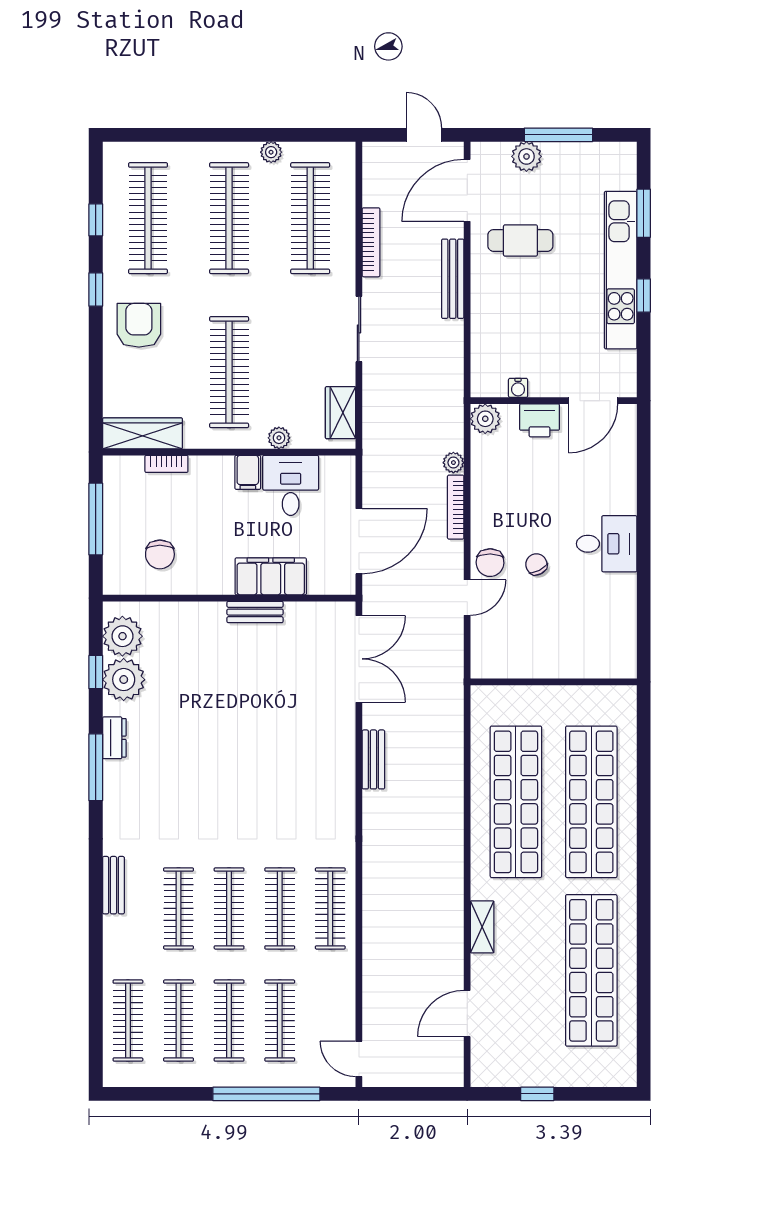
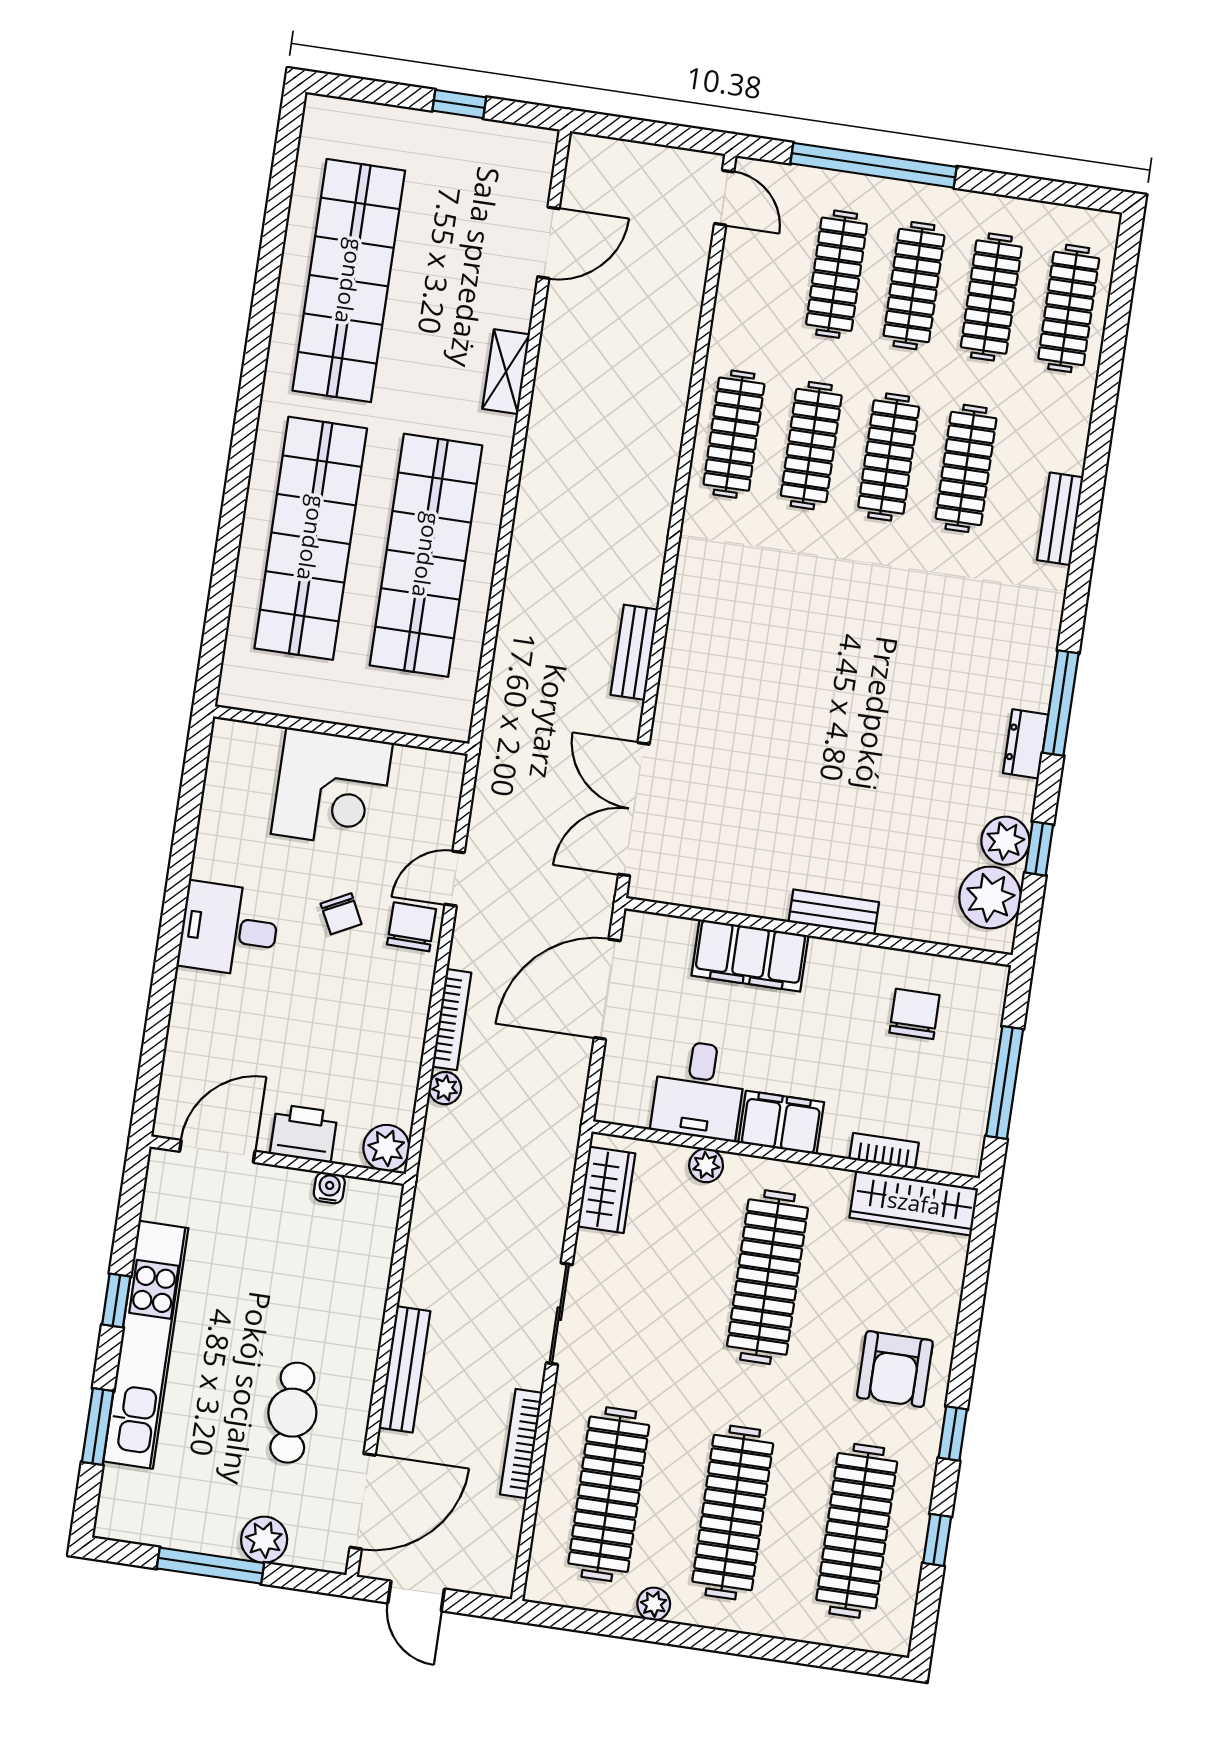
cafe table: (520, 240) -> (292, 1413), turned 90
filing cabinet: (248, 472) -> (781, 1123), width x2.00
bench: (255, 612) -> (834, 912), moved
corner desk: (554, 644) -> (332, 788), added
plant: (124, 680) -> (1005, 841), width x0.73, depth x0.73

